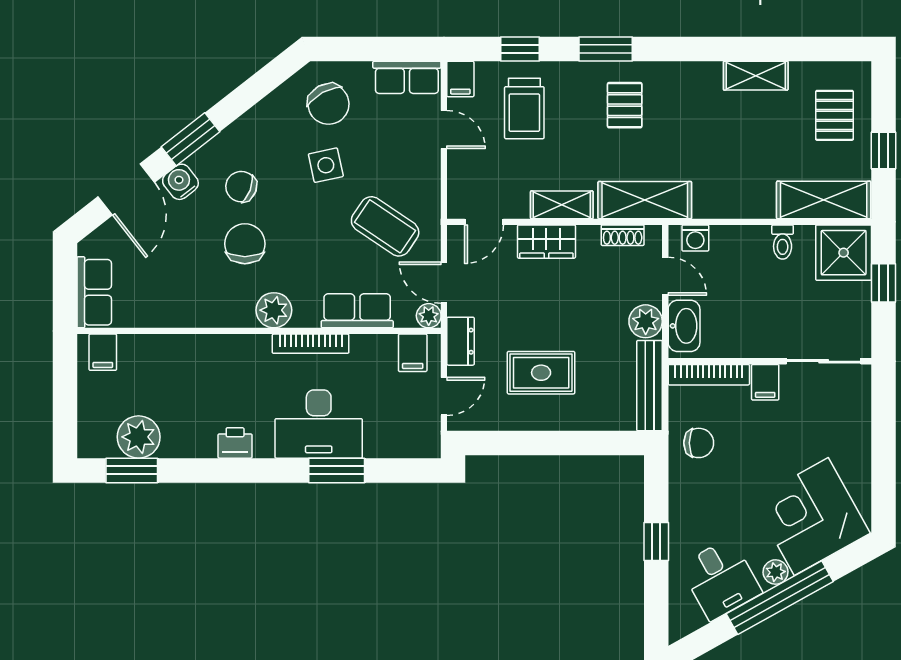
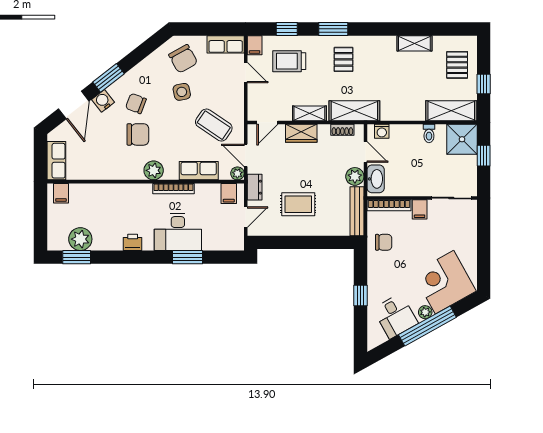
trolley: (524, 108) -> (289, 61), turned 90
chair: (245, 244) -> (138, 134), turned 90

